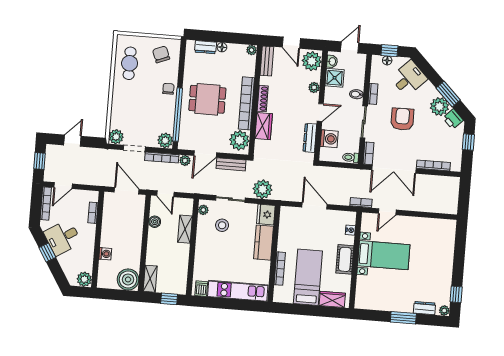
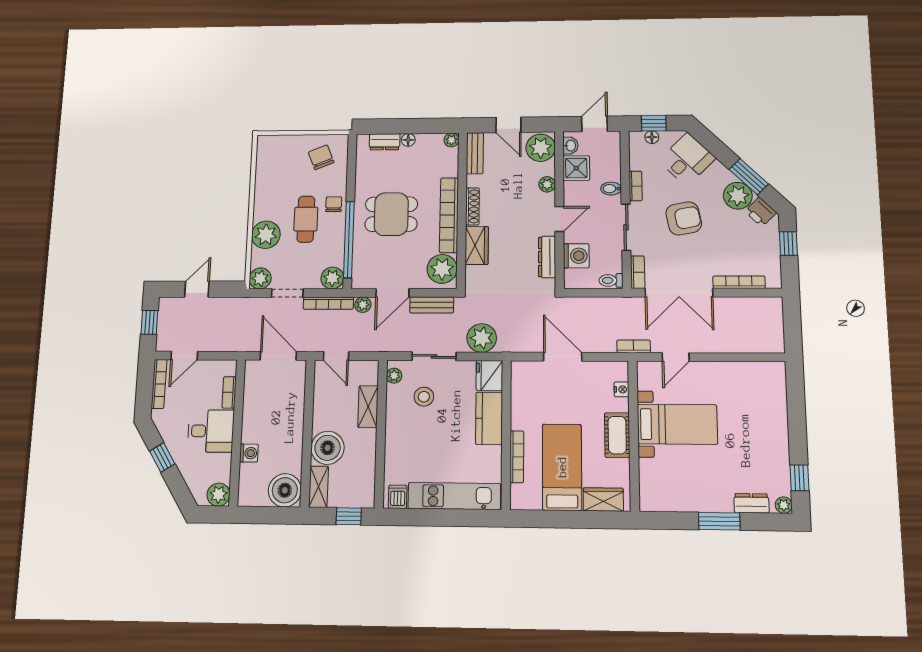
cafe table: (130, 63) -> (306, 219), moved
plant: (121, 106) -> (266, 235), added
armchair: (402, 119) -> (684, 218), turned 79
boiler: (155, 222) -> (328, 448), moved, width x1.86, depth x1.86
desk: (63, 238) -> (211, 431), moved, turned -148

